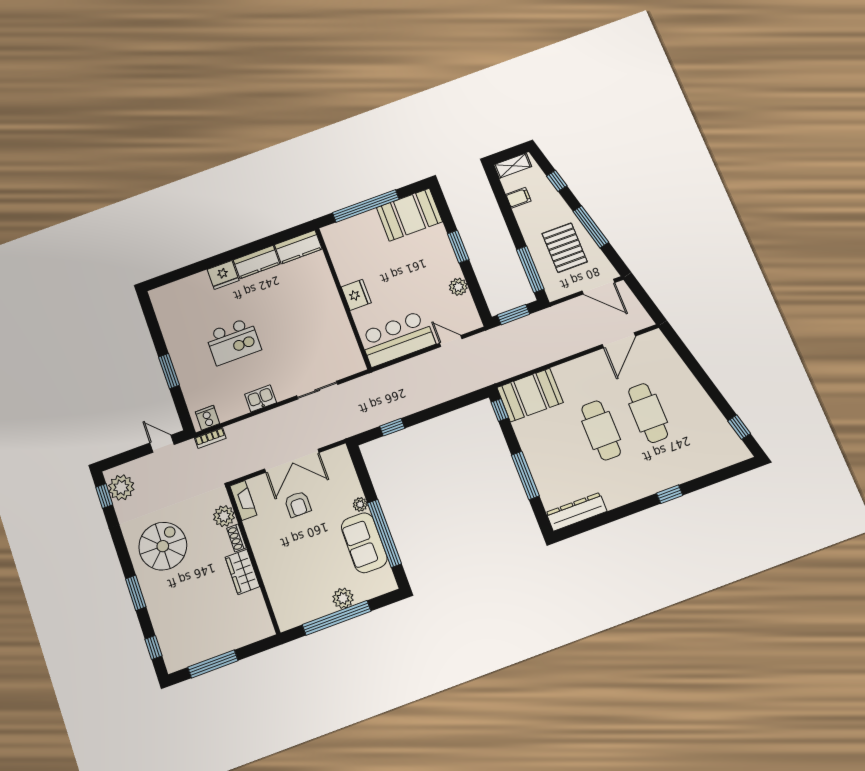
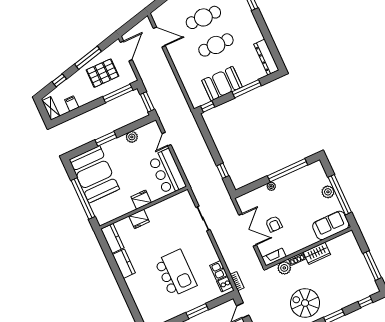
booth: (409, 215) -> (94, 174), width x1.36, depth x1.42
fridge: (223, 275) -> (139, 219), moved, turned 90
kitchen island: (233, 341) -> (176, 273), width x1.37, depth x1.28
booth: (530, 395) -> (222, 84), moved, turned 90
kitchen sink: (261, 398) -> (219, 270), moved
armchair: (298, 504) -> (274, 224), turned 90
sofa: (364, 543) -> (331, 225), moved, turned 180

